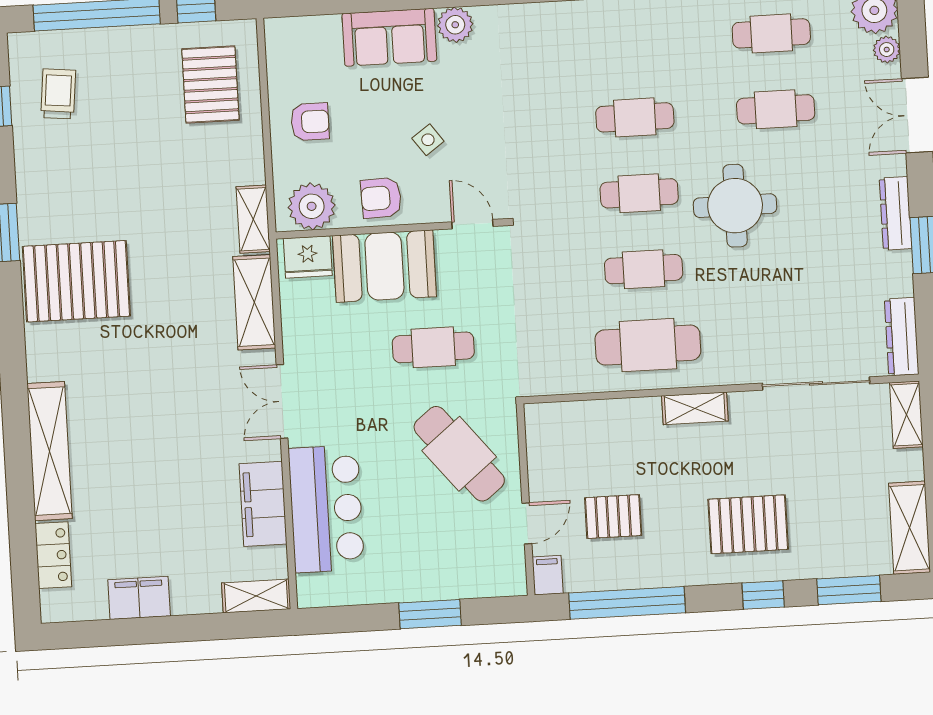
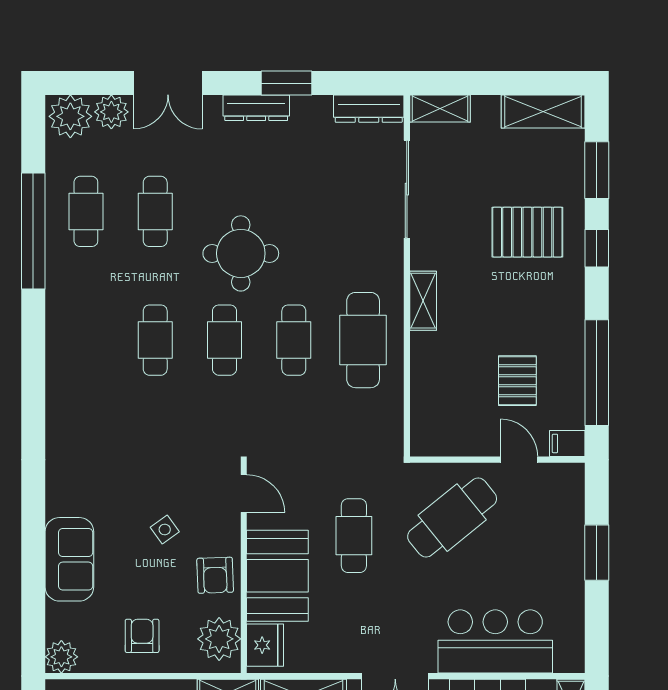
plant: (455, 25) -> (61, 657), moved
plant: (887, 50) -> (111, 112), width x1.38, depth x1.38
door: (472, 224) -> (244, 493), swing flipped
pallet: (748, 524) -> (527, 232), moved, turned 90

